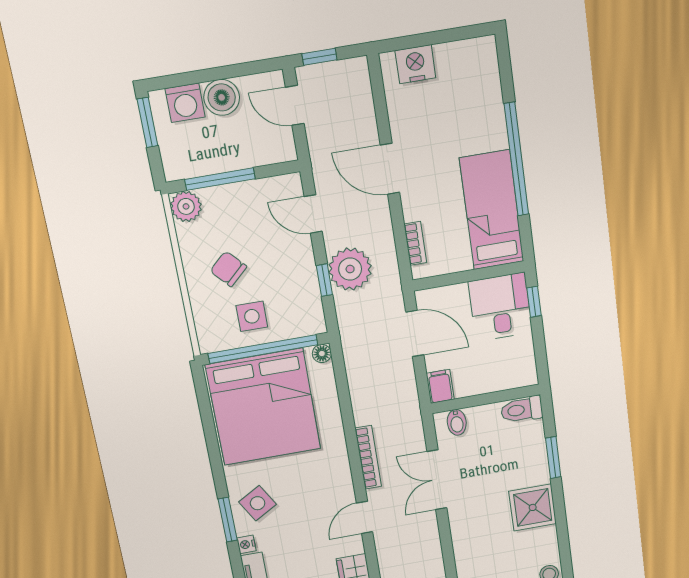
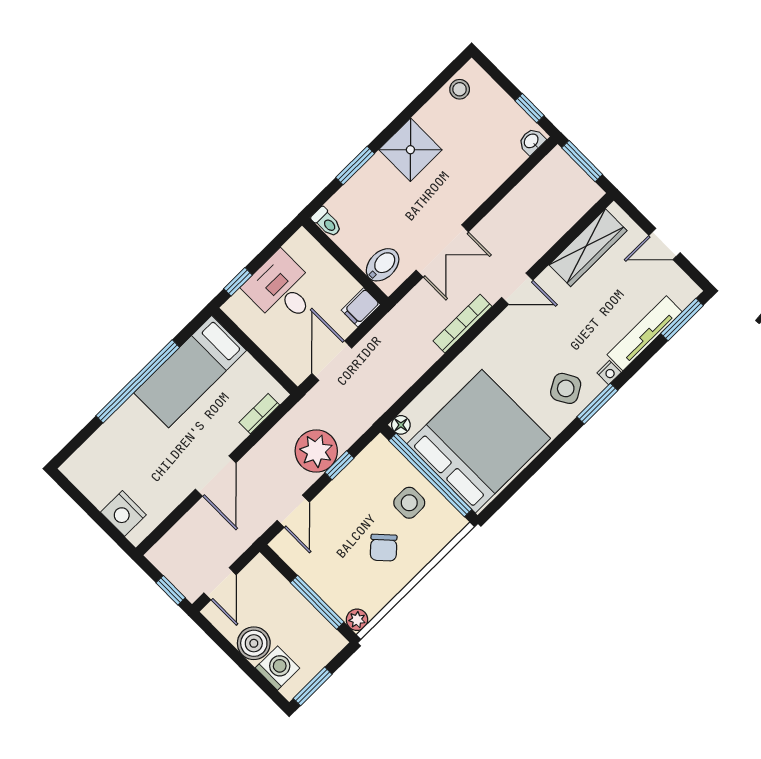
plant: (186, 206) -> (357, 620), width x0.73, depth x0.73
desk: (500, 307) -> (282, 289), moved, turned 90
toilet: (522, 410) -> (327, 222), width x0.73, depth x0.72
bidet: (457, 422) -> (383, 265), width x1.38, depth x1.36

